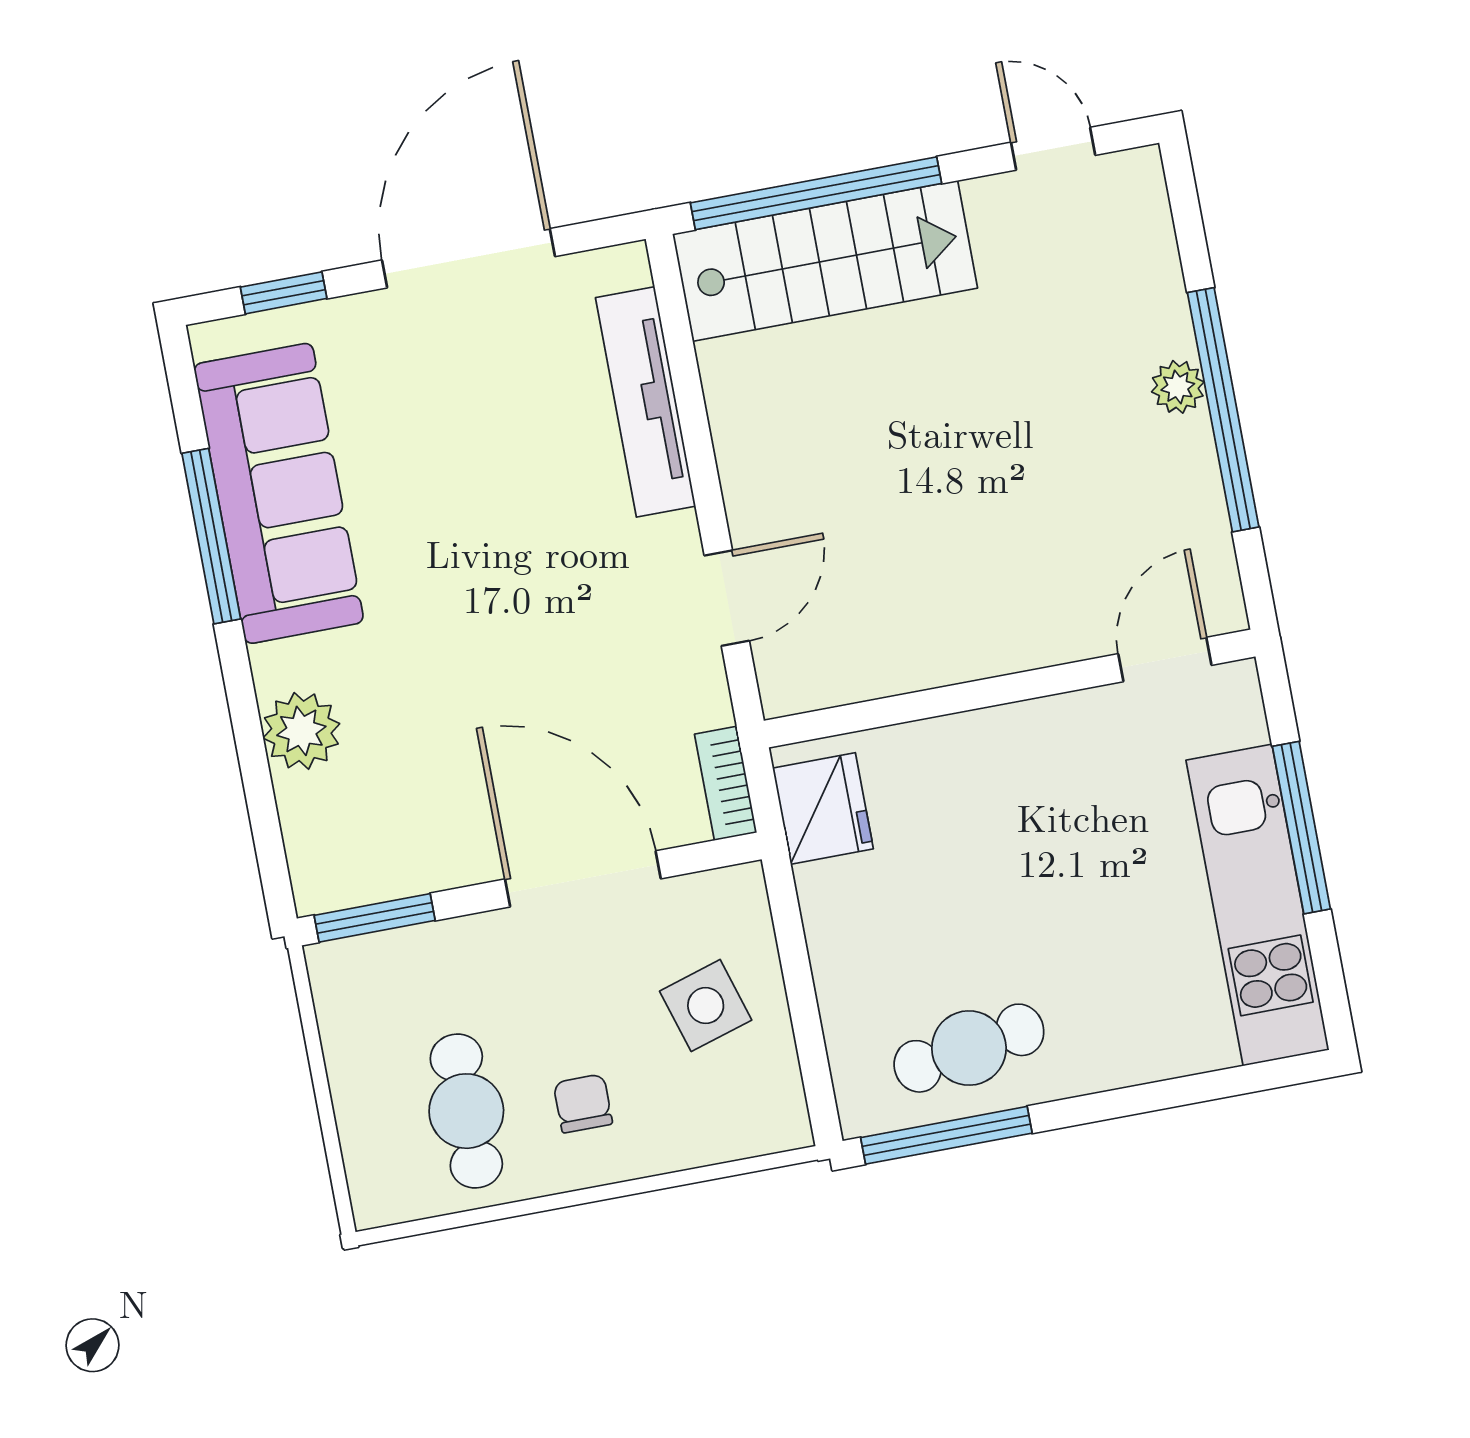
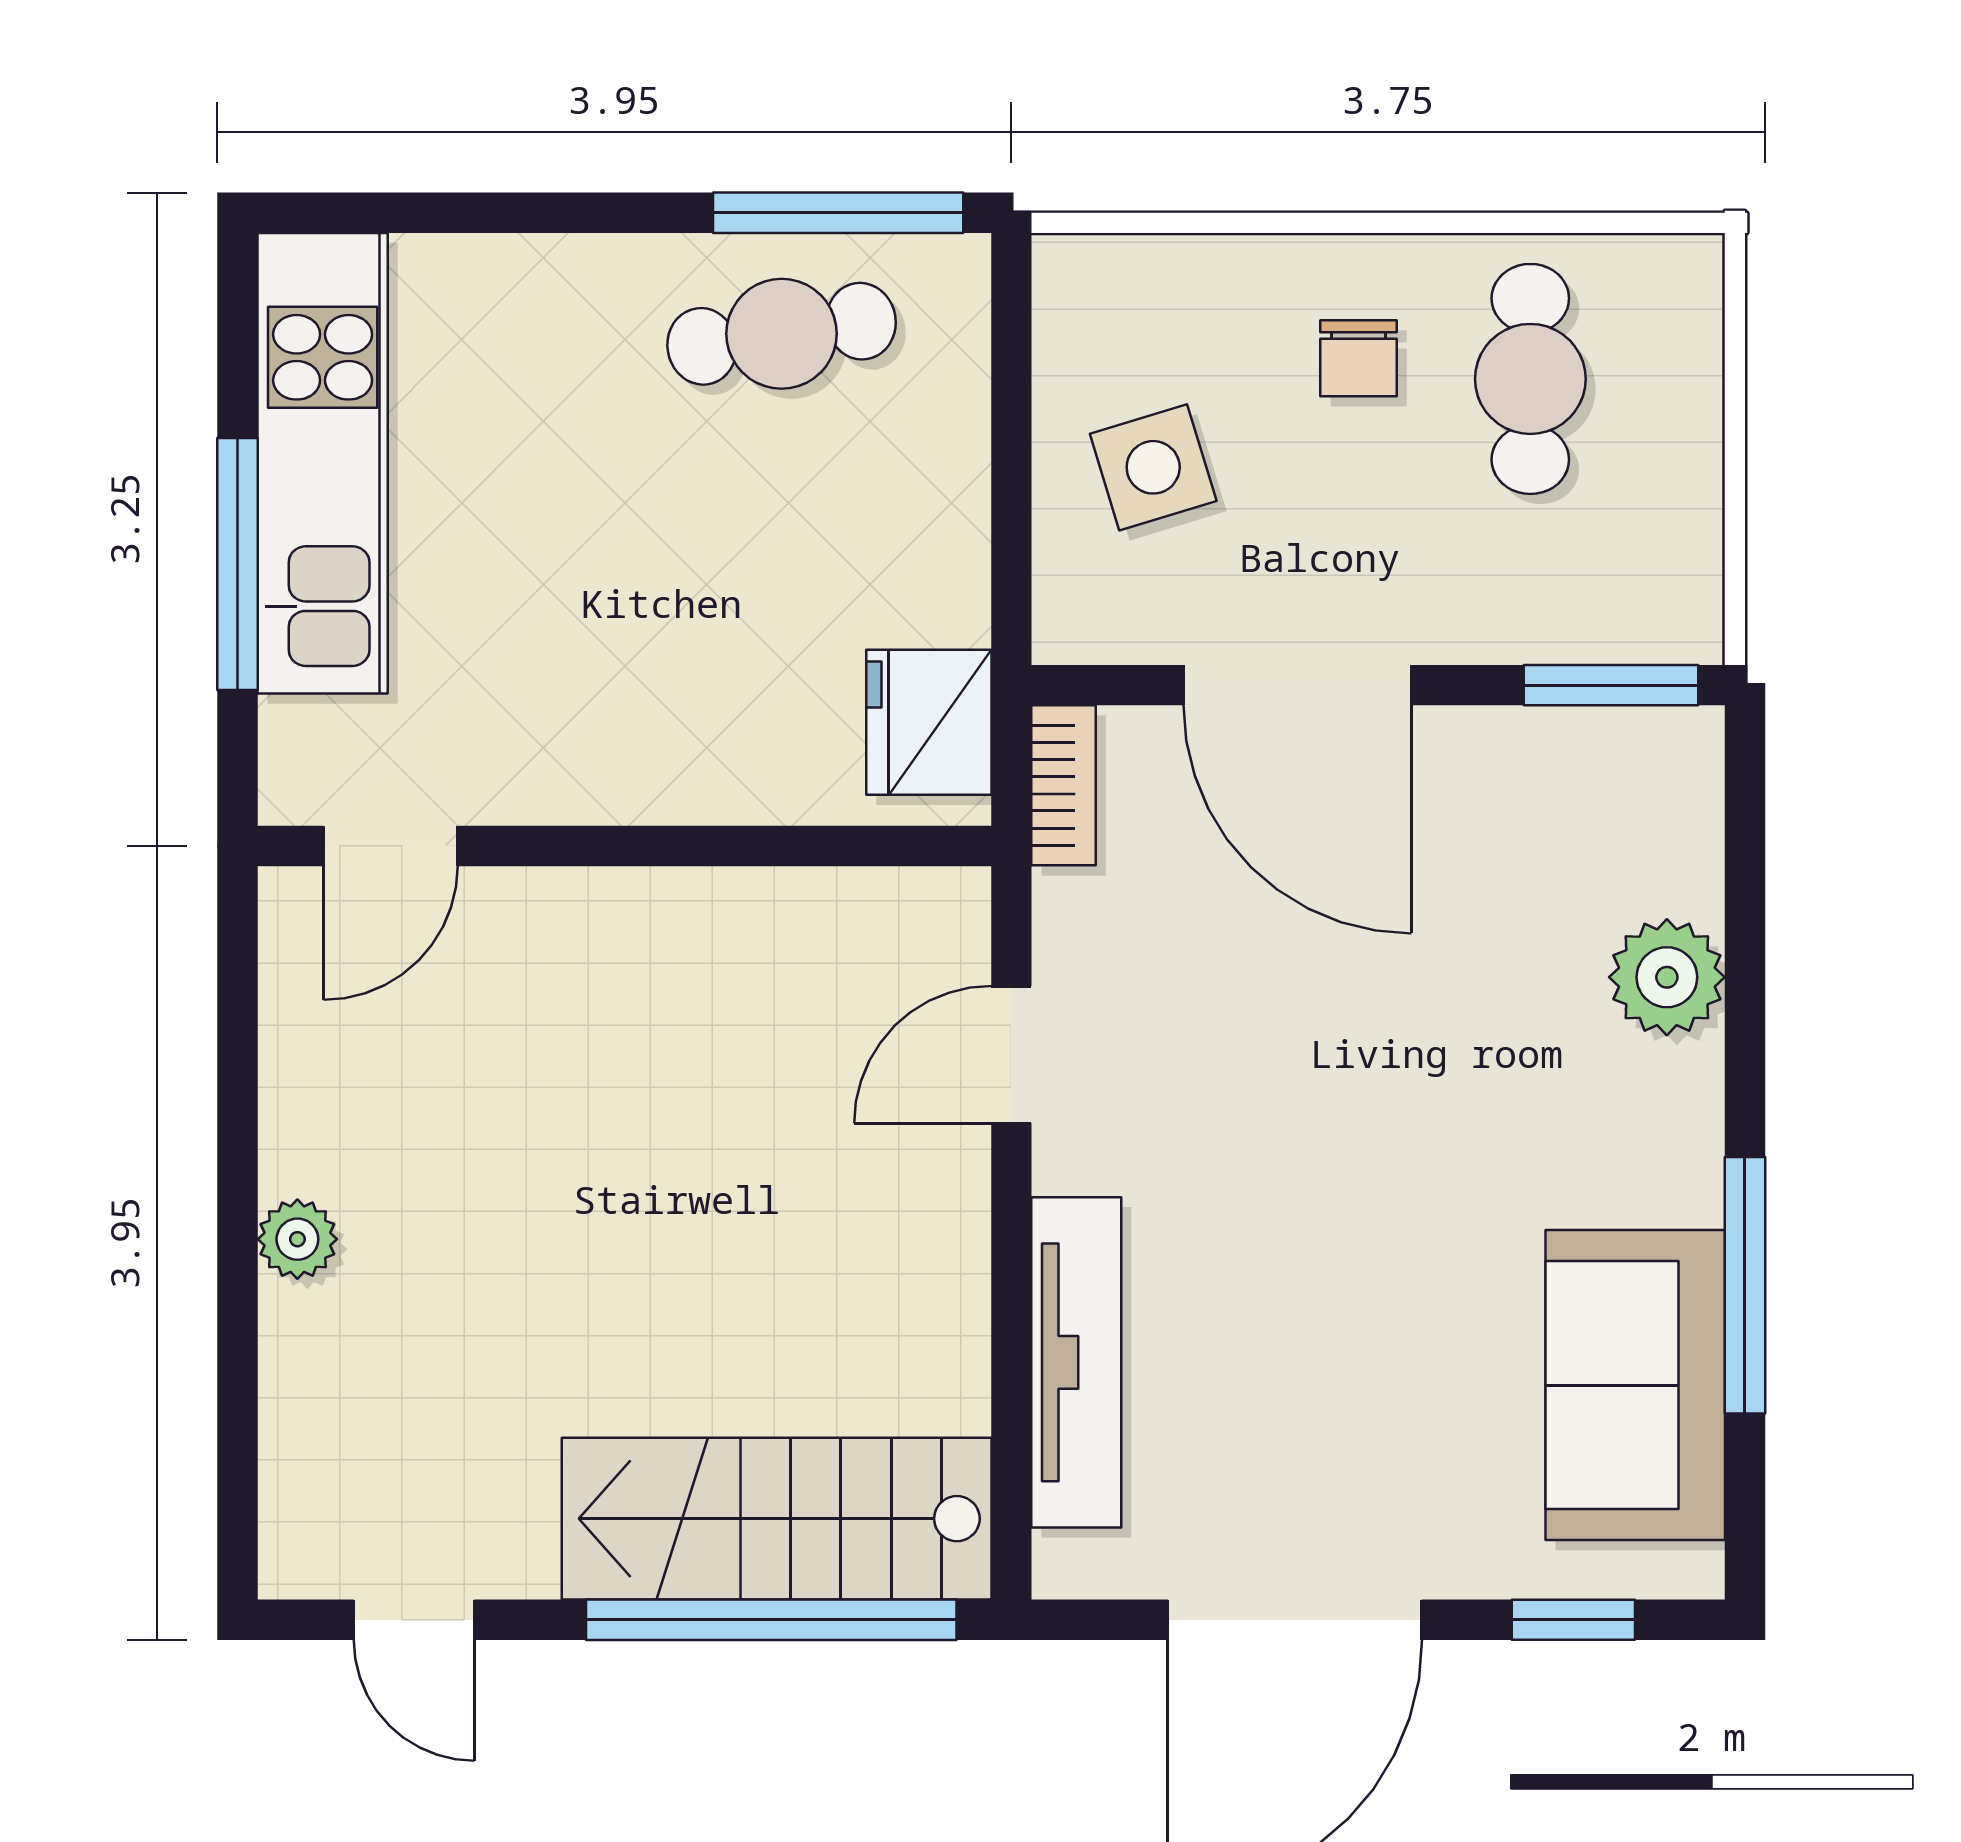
window: (1223, 410) -> (238, 1194), removed
sofa: (279, 493) -> (1635, 1385), width x0.73

